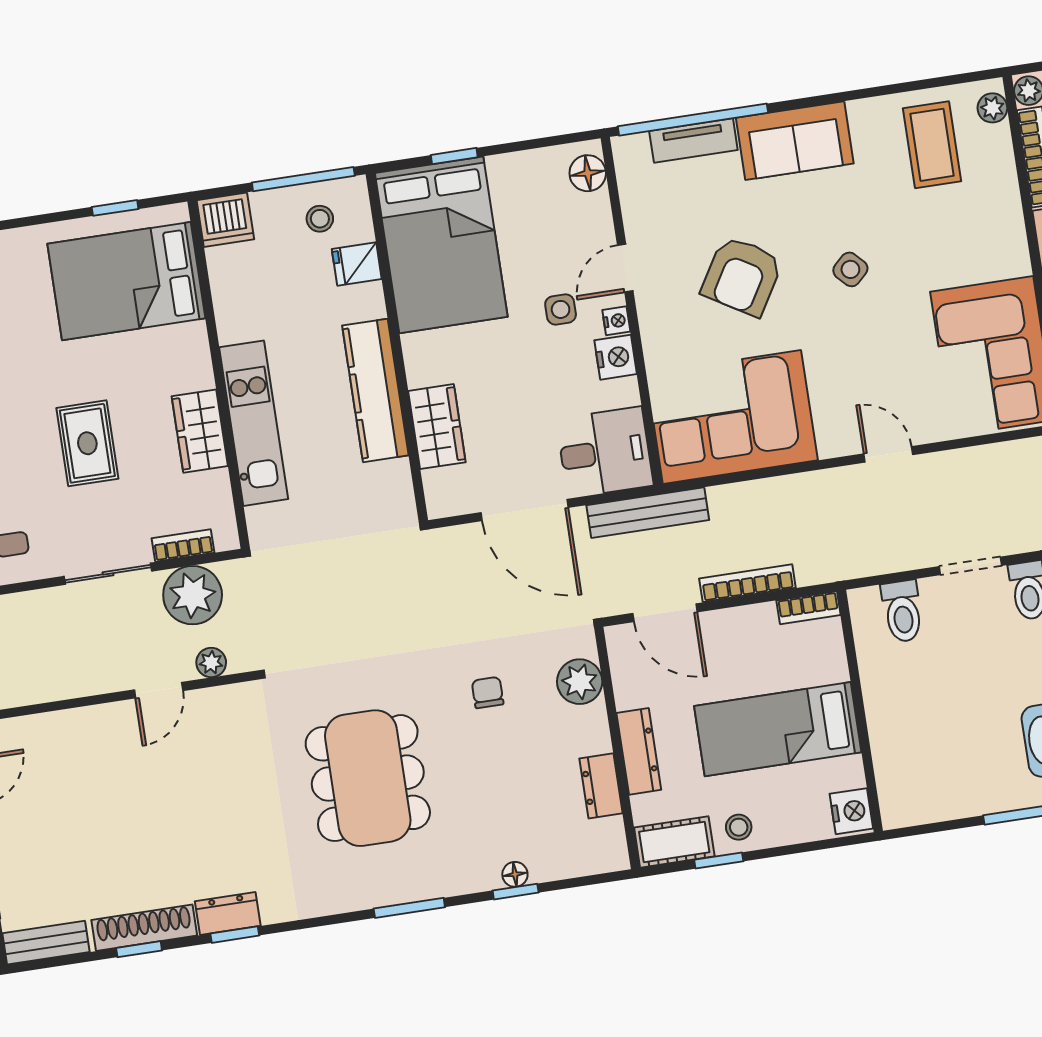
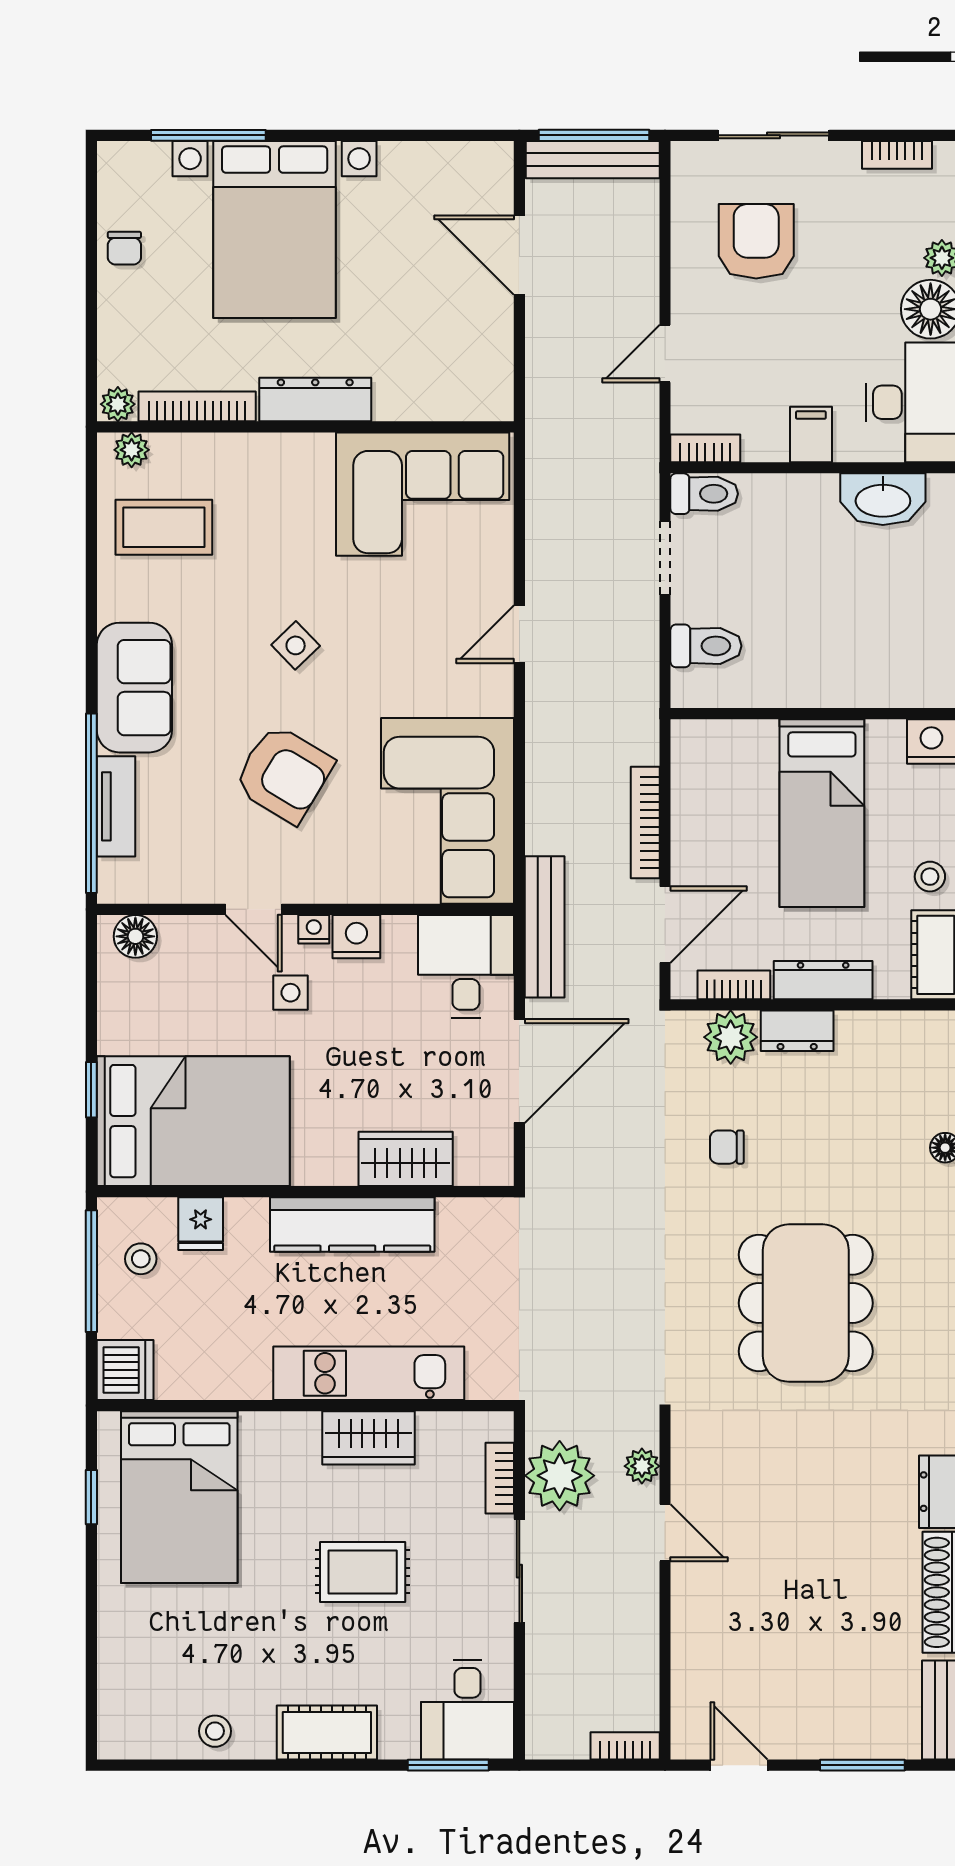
bookcase: (808, 608) -> (734, 985), moved, turned -90
dining table: (368, 778) -> (806, 1303), turned 90
dresser: (601, 786) -> (797, 1031), moved

